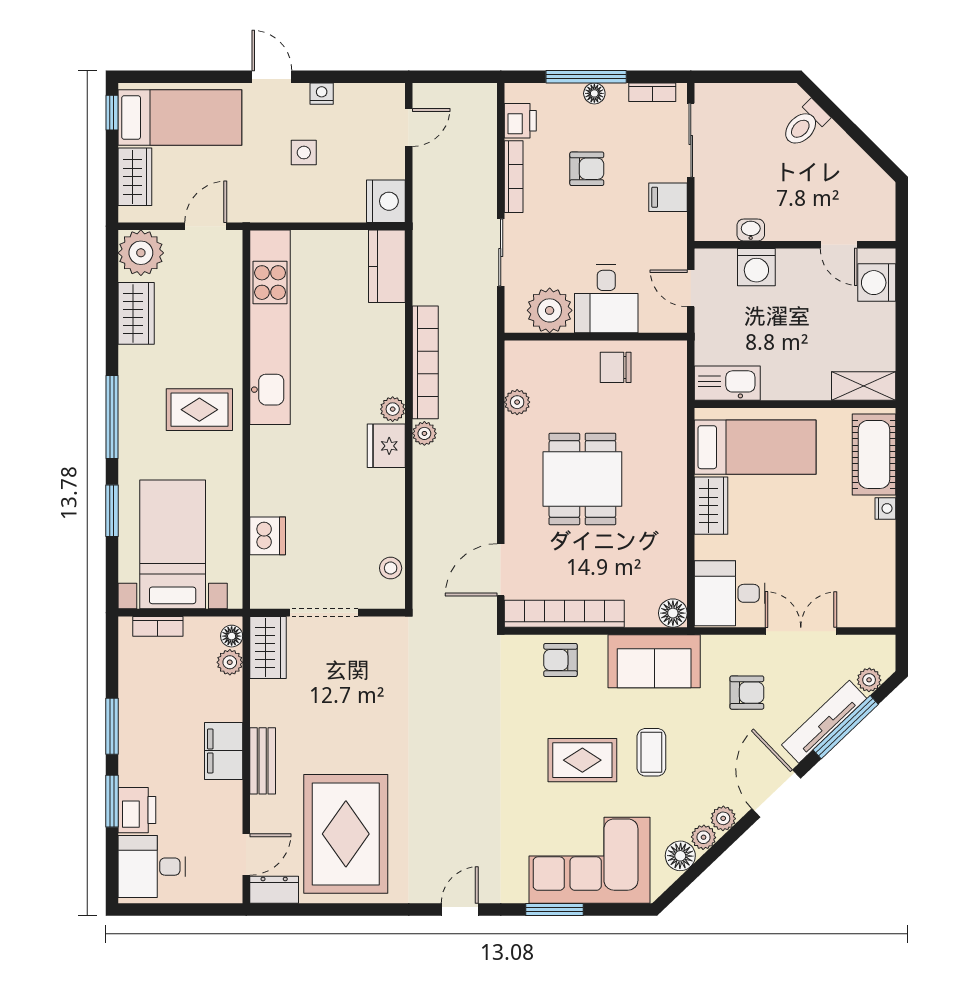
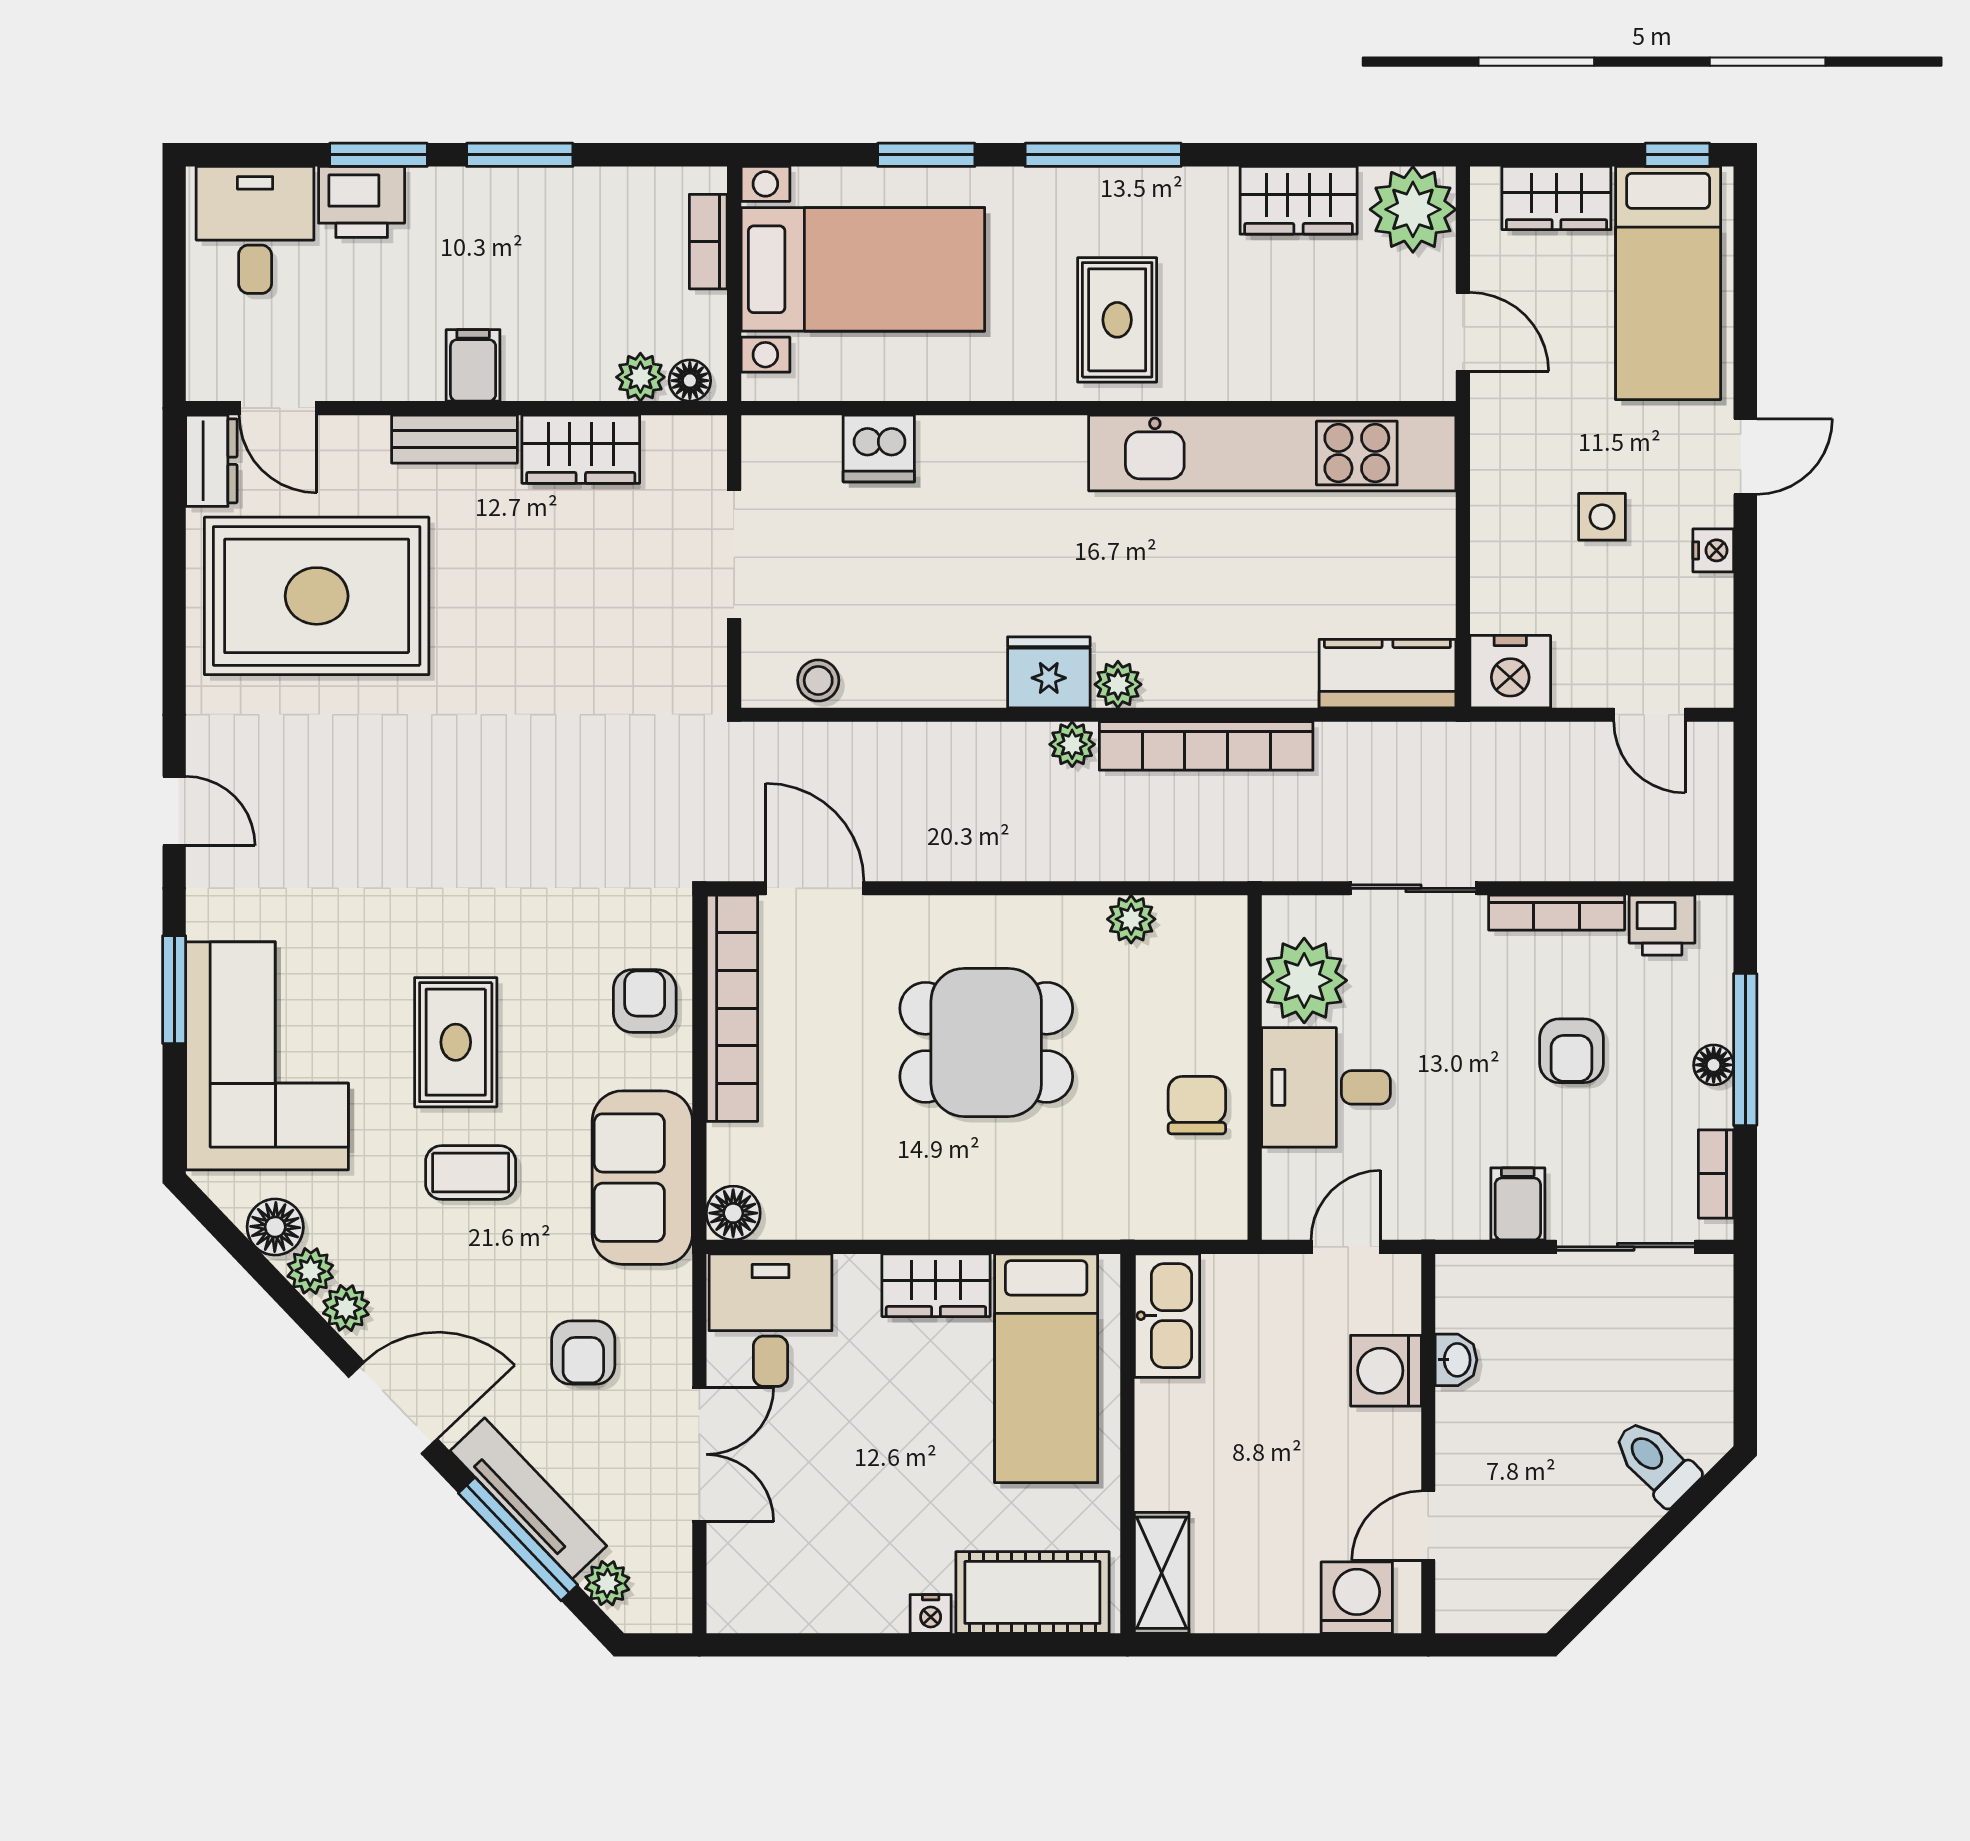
wardrobe: (268, 647) -> (581, 449), moved
filing cabinet: (224, 751) -> (473, 365), width x0.50

